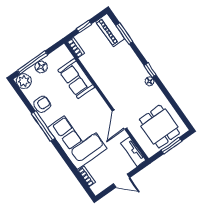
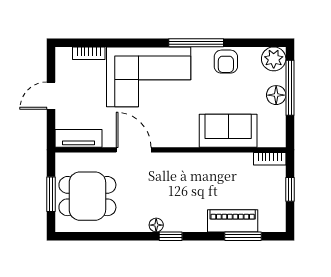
piano: (110, 30) -> (233, 221), moved

